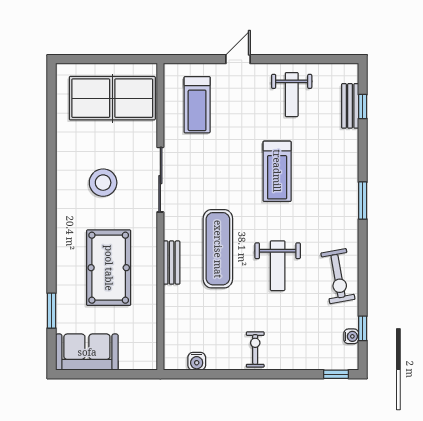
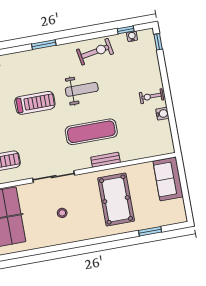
stool: (103, 183) -> (62, 213), width x0.53, depth x0.53
weight bench: (278, 266) -> (82, 89), moved
pool table: (109, 268) -> (116, 200), turned 90
sofa: (87, 352) -> (168, 179), moved
water cooler: (197, 361) -> (162, 114), moved

